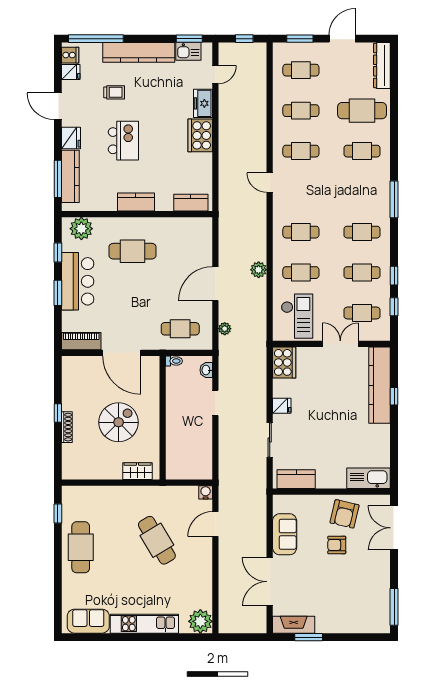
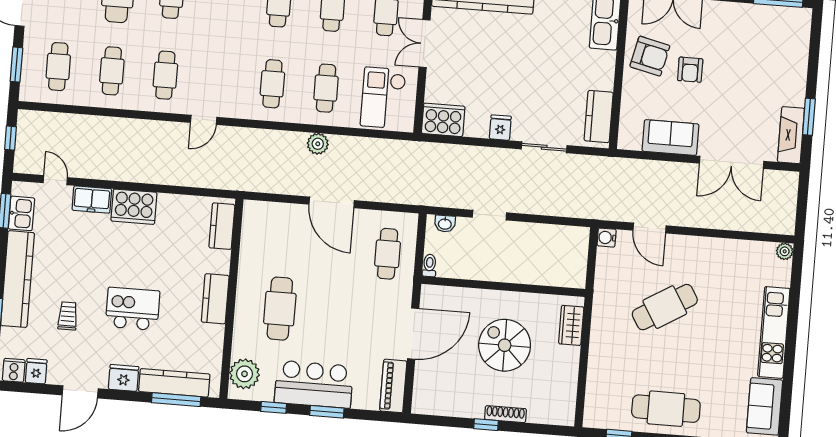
checkout: (297, 316) -> (383, 98), turned -90
plant: (225, 329) -> (392, 195), removed
plant: (200, 621) -> (785, 251), width x0.53, depth x0.53

